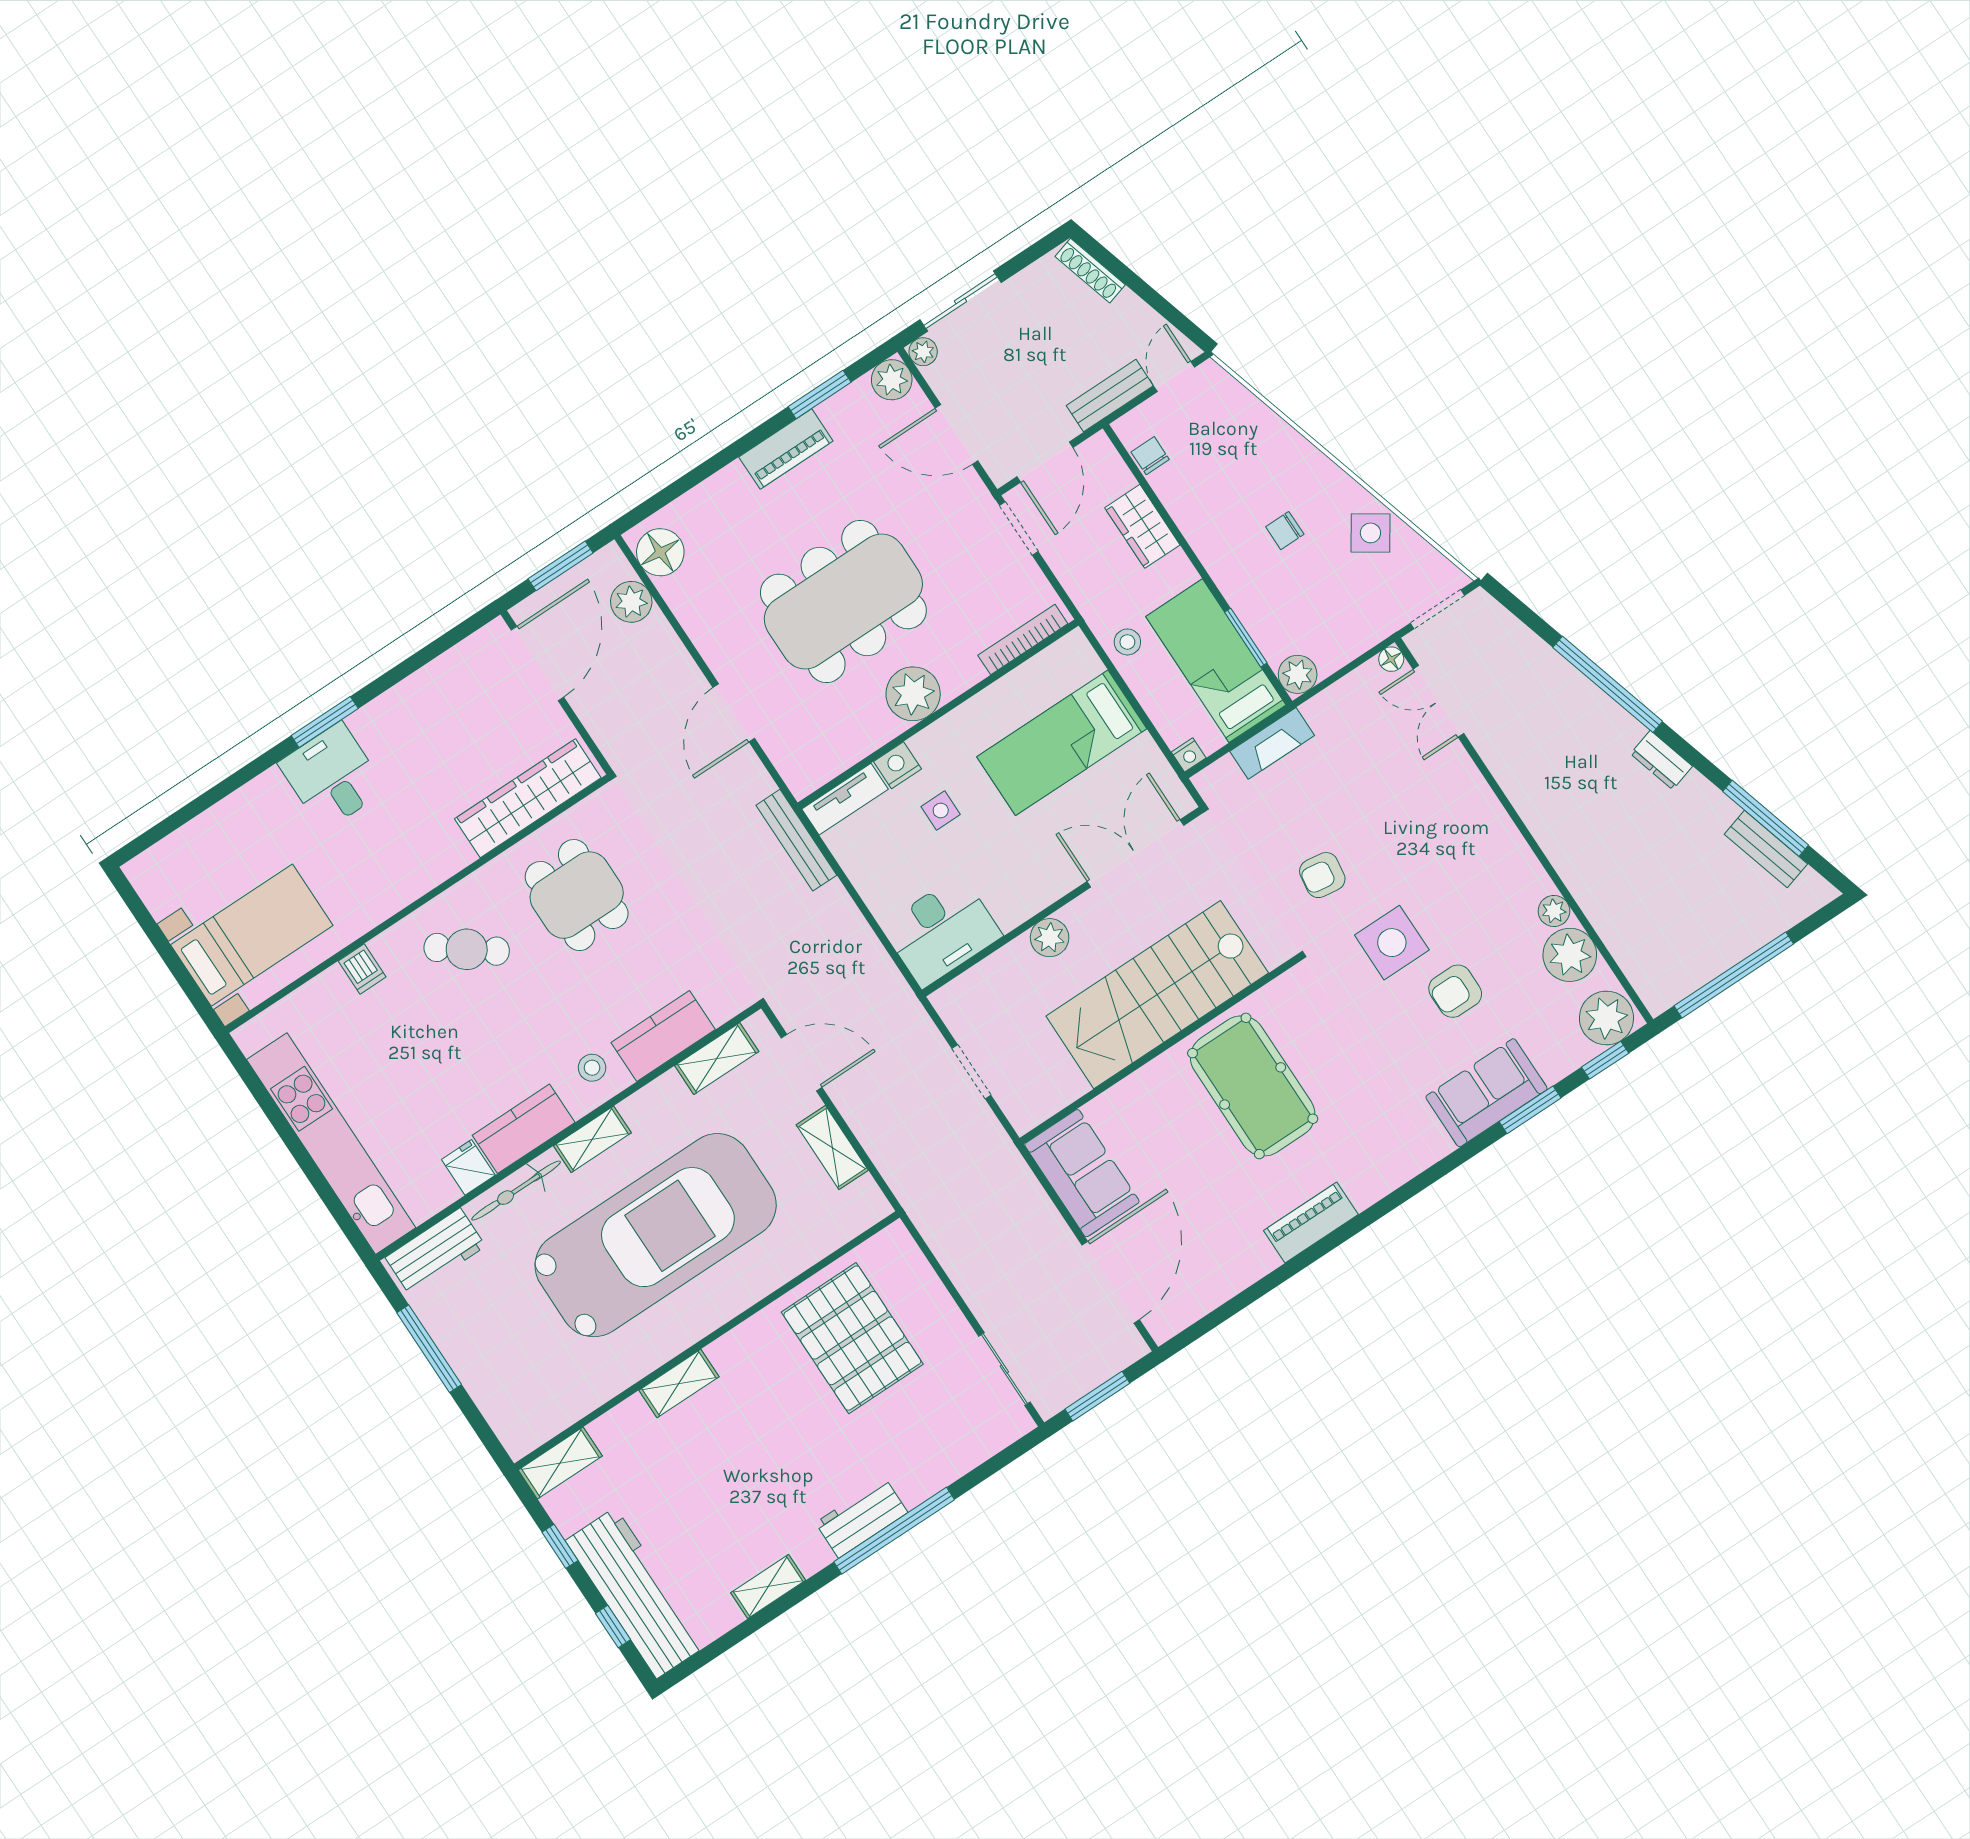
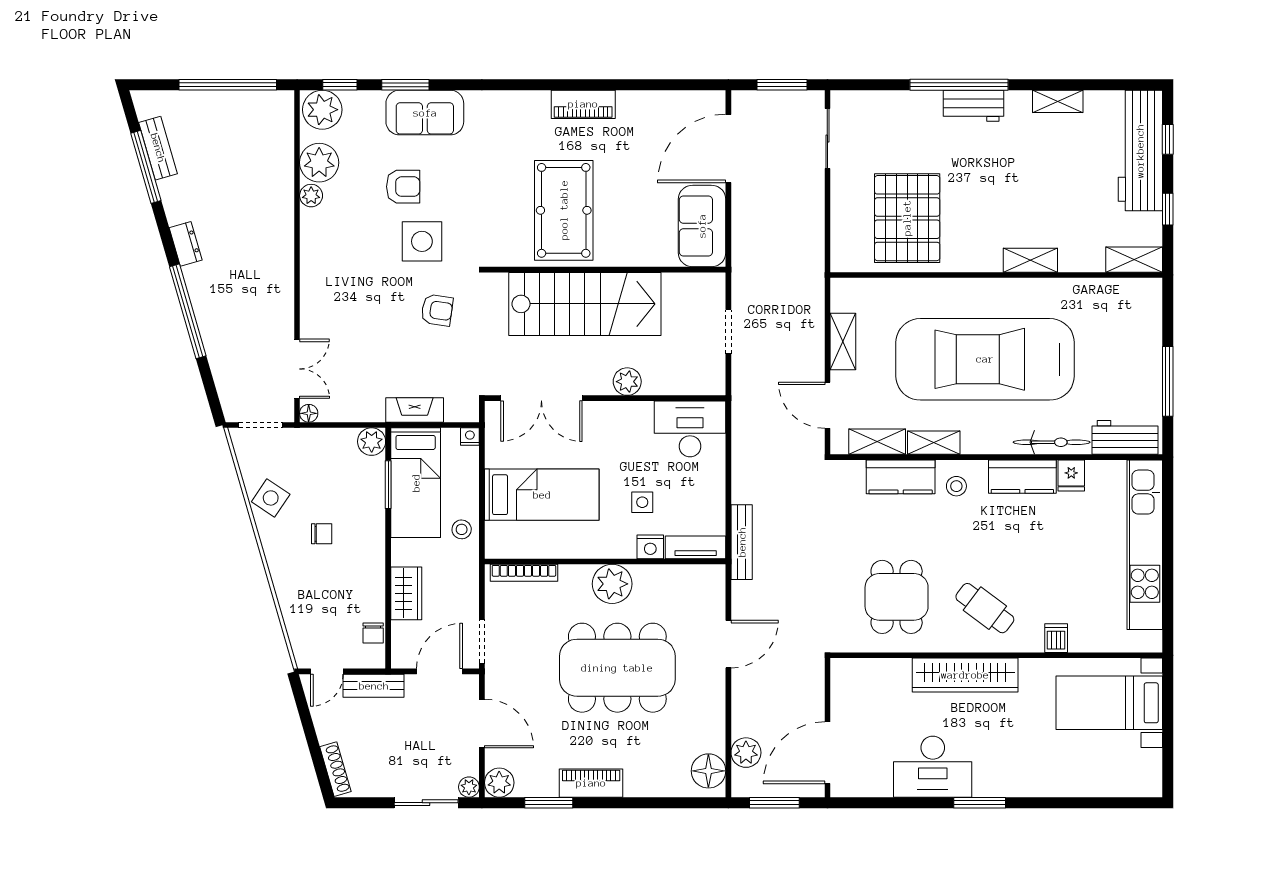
desk: (332, 776) -> (933, 767), moved, width x1.37
wardrobe: (528, 798) -> (965, 675), moved
shelving: (592, 1139) -> (934, 443), moved

